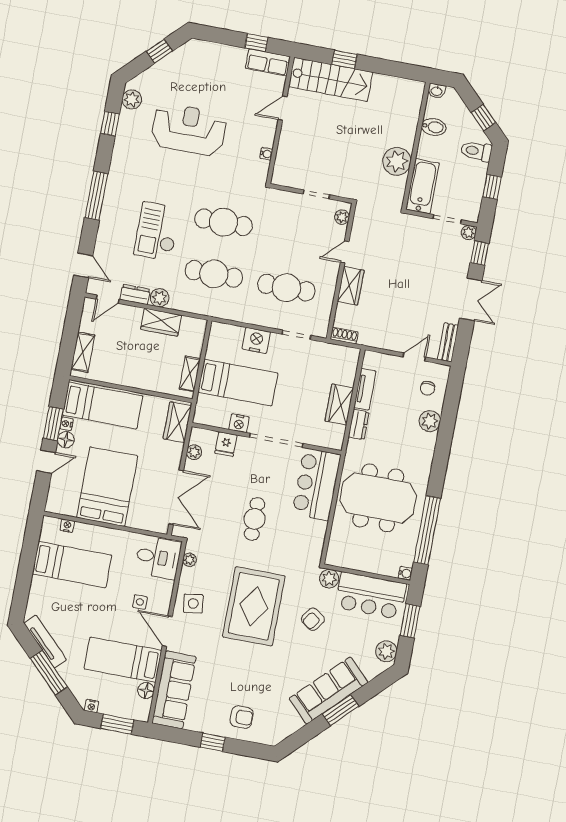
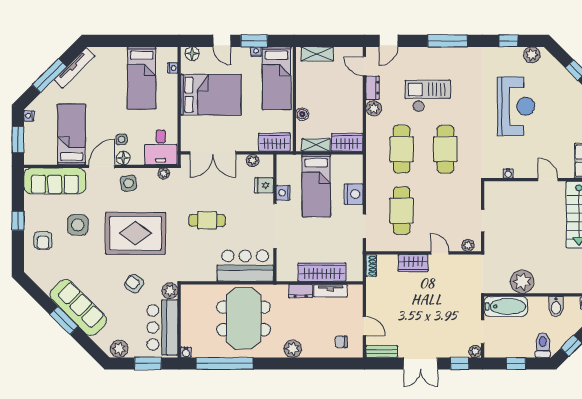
wardrobe: (161, 322) -> (347, 142), moved, turned 90
boiler: (151, 383) -> (302, 114), added
wardrobe: (339, 405) -> (322, 272), width x1.50
plant: (430, 421) -> (293, 349), moved
floor lamp: (66, 440) -> (192, 54), moved
side table: (231, 673) -> (78, 225), added
floor lamp: (146, 690) -> (123, 158), moved

